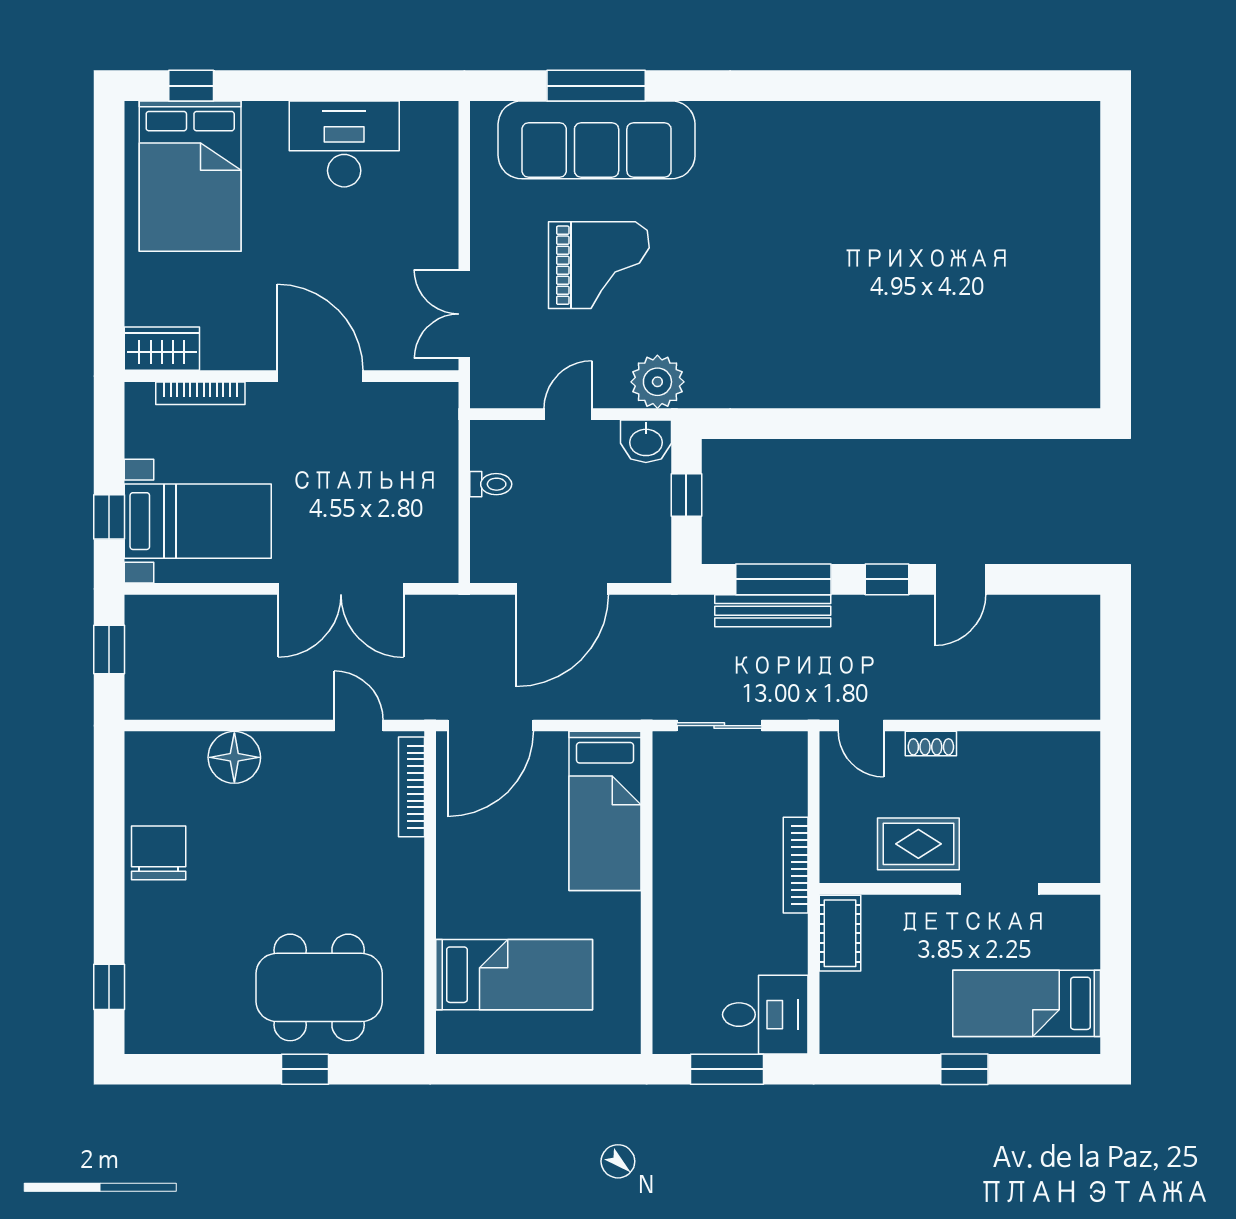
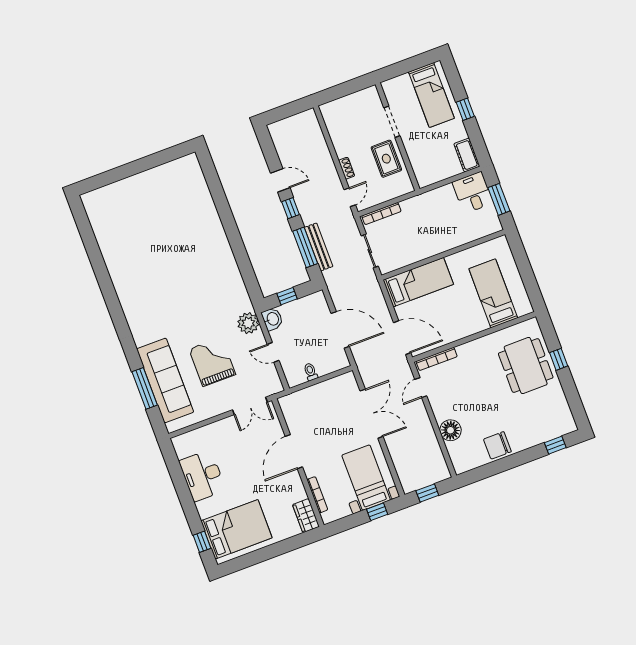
bookcase: (796, 865) -> (381, 214), moved
cot: (840, 933) -> (467, 155), moved, turned 90

